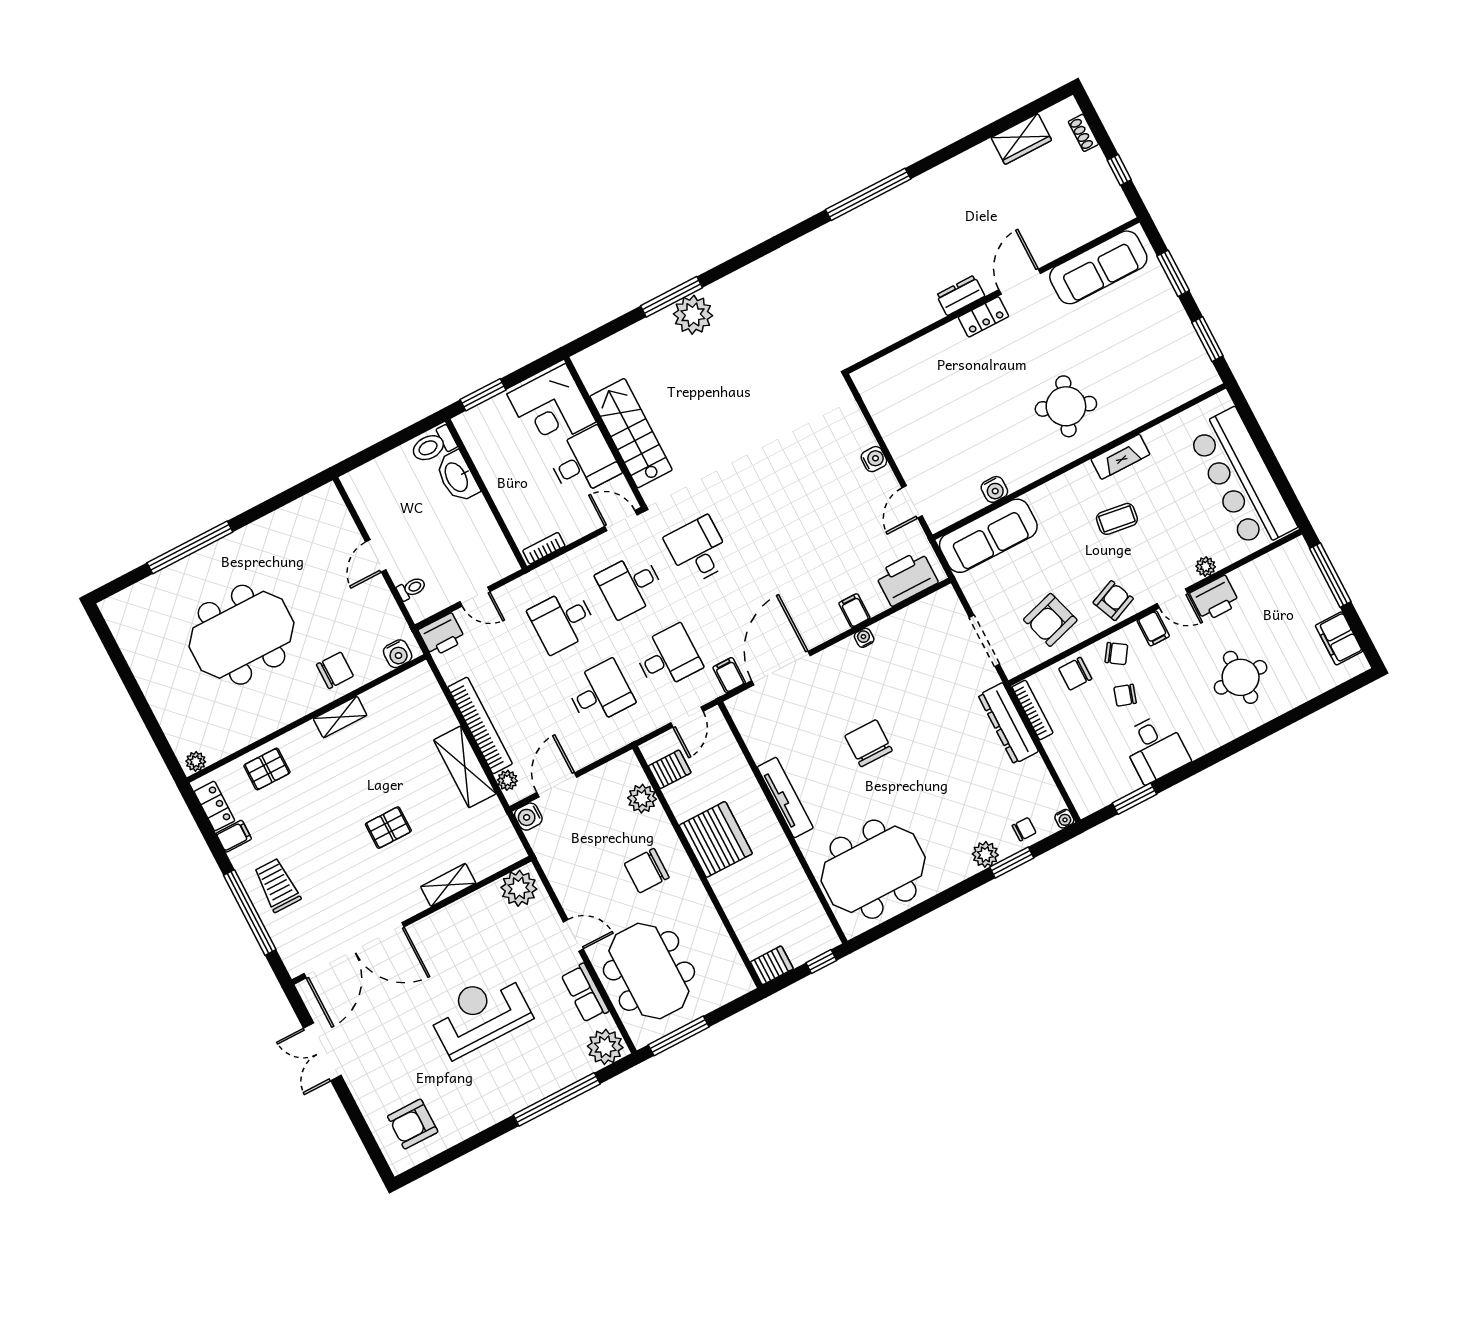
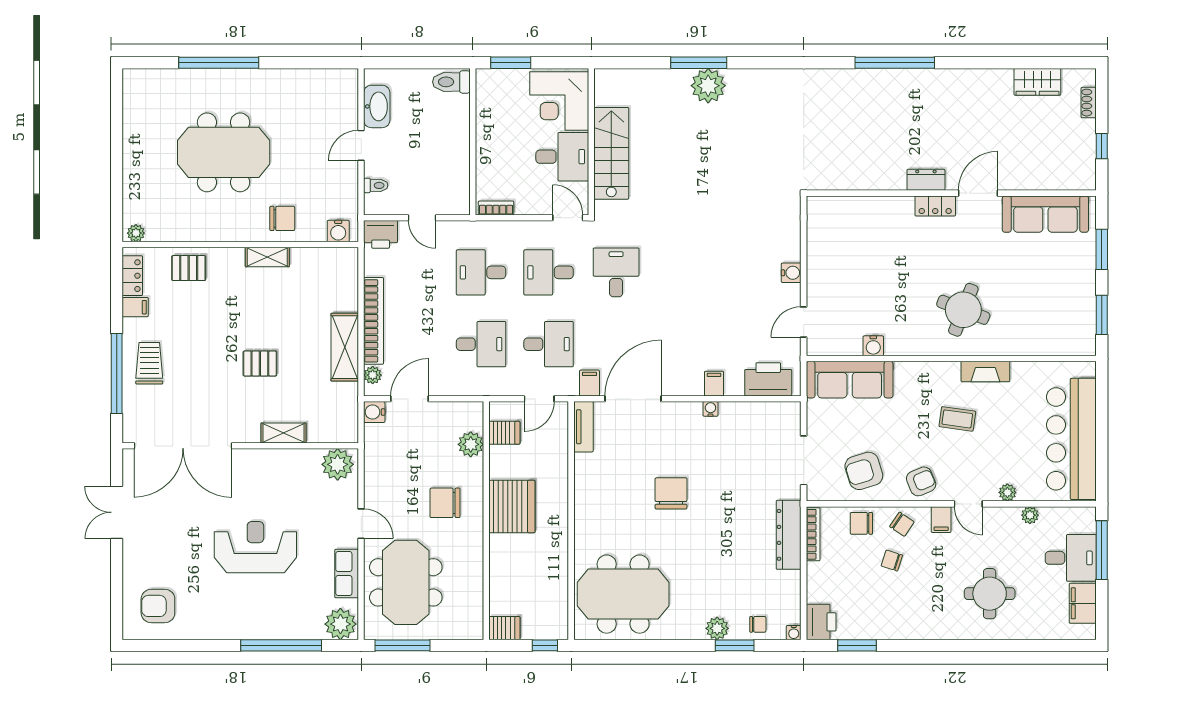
washbasin: (457, 477) -> (377, 106), moved, turned 180
plant: (1240, 578) -> (1030, 515), added
printer: (1215, 599) -> (821, 622), moved, turned -90
desk: (1155, 748) -> (1071, 558), moved, turned -90
tv unit: (785, 798) -> (583, 427), moved, width x0.71

